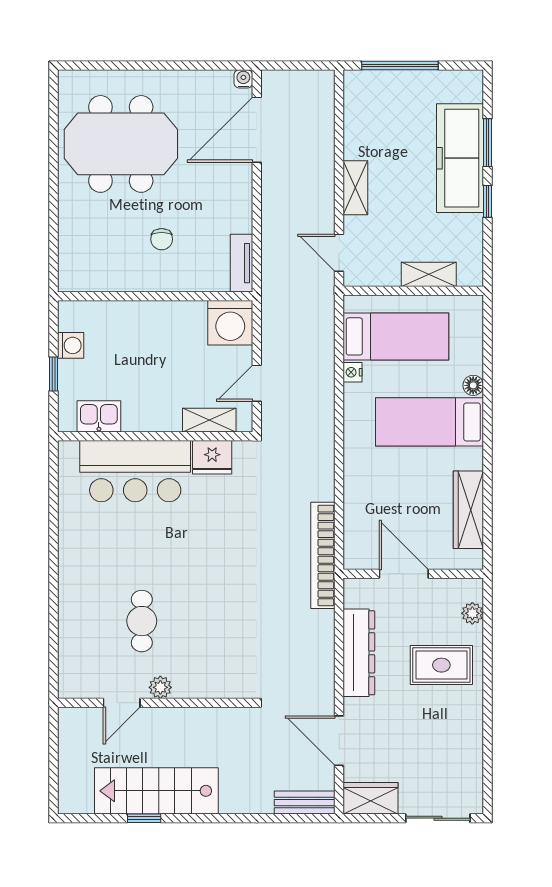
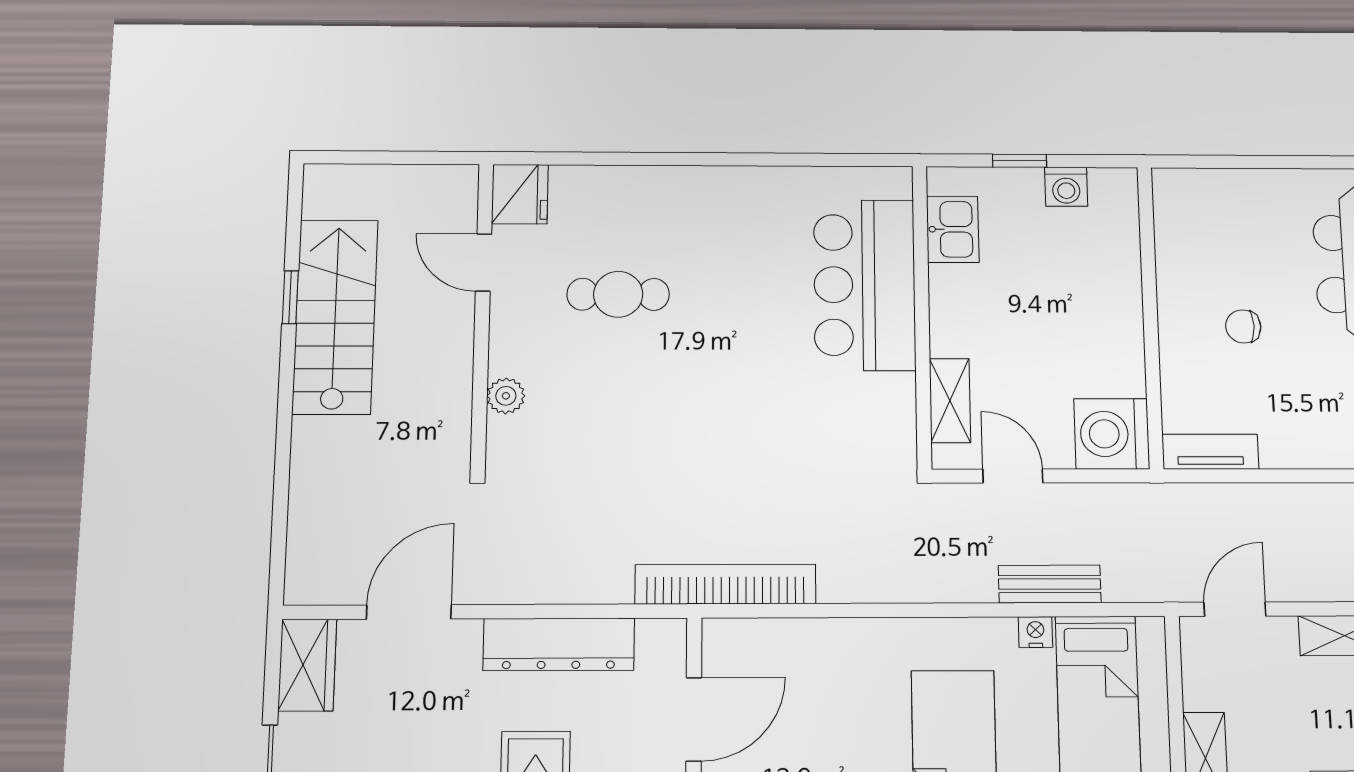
fridge: (212, 457) -> (520, 194), moved, turned 180
plant: (160, 687) -> (506, 396), moved
bench: (305, 803) -> (1050, 584), moved, turned 90

